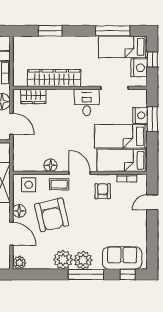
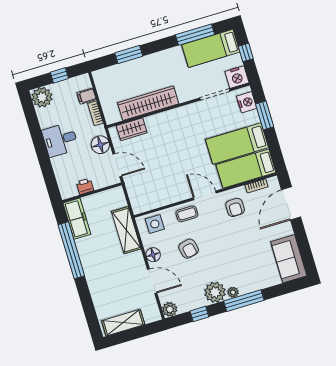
nightstand: (139, 68) -> (237, 77), moved, turned 90
desk: (87, 103) -> (190, 119), removed
nightstand: (140, 115) -> (247, 102), moved
floor lamp: (50, 165) -> (172, 197), removed
armchair: (103, 191) -> (235, 207), turned 180
door: (152, 202) -> (291, 203), width x1.87
armchair: (52, 215) -> (189, 249), width x0.53, depth x0.53
sofa: (122, 258) -> (289, 259), moved, turned -90
plant: (83, 260) -> (233, 292), width x0.53, depth x0.53
window: (128, 274) -> (199, 314), moved

